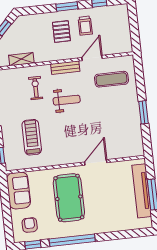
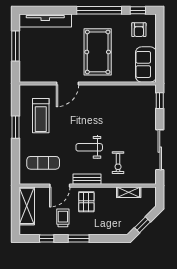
pallet: (61, 32) -> (86, 202), moved
shelving: (123, 34) -> (27, 206), added
treadmill: (32, 137) -> (41, 116), moved
tv unit: (142, 191) -> (45, 20), moved, turned 90

